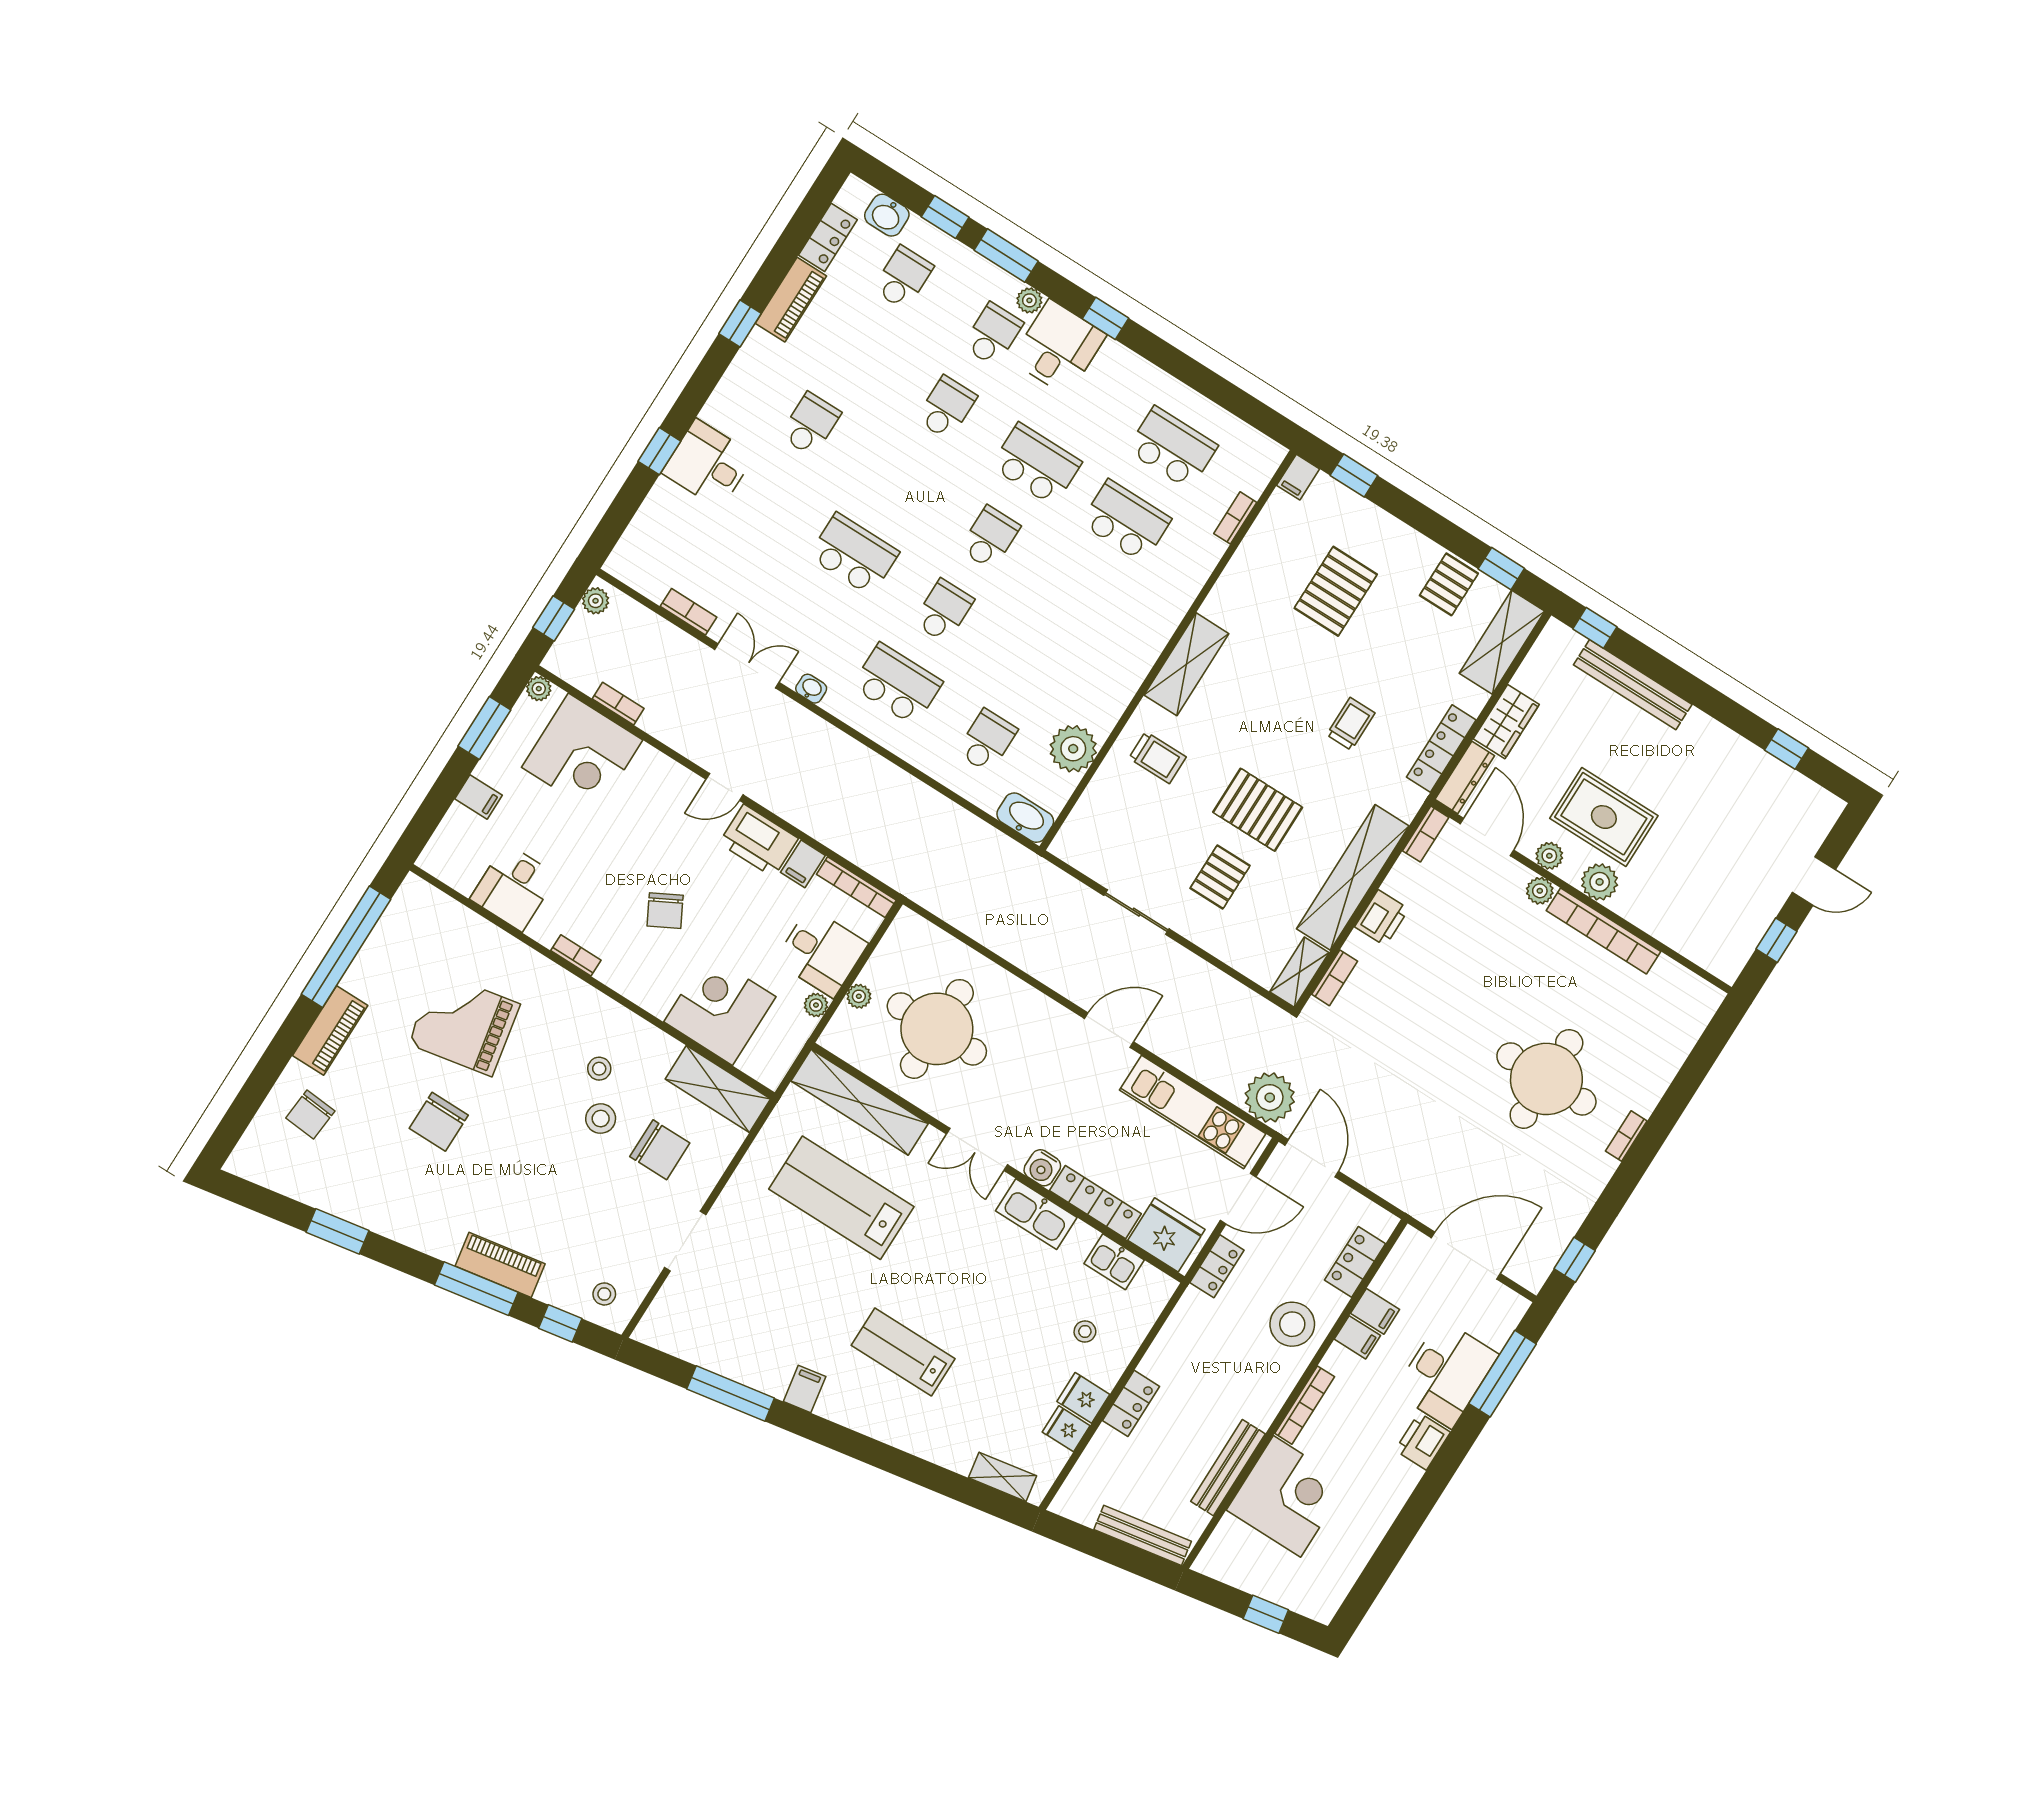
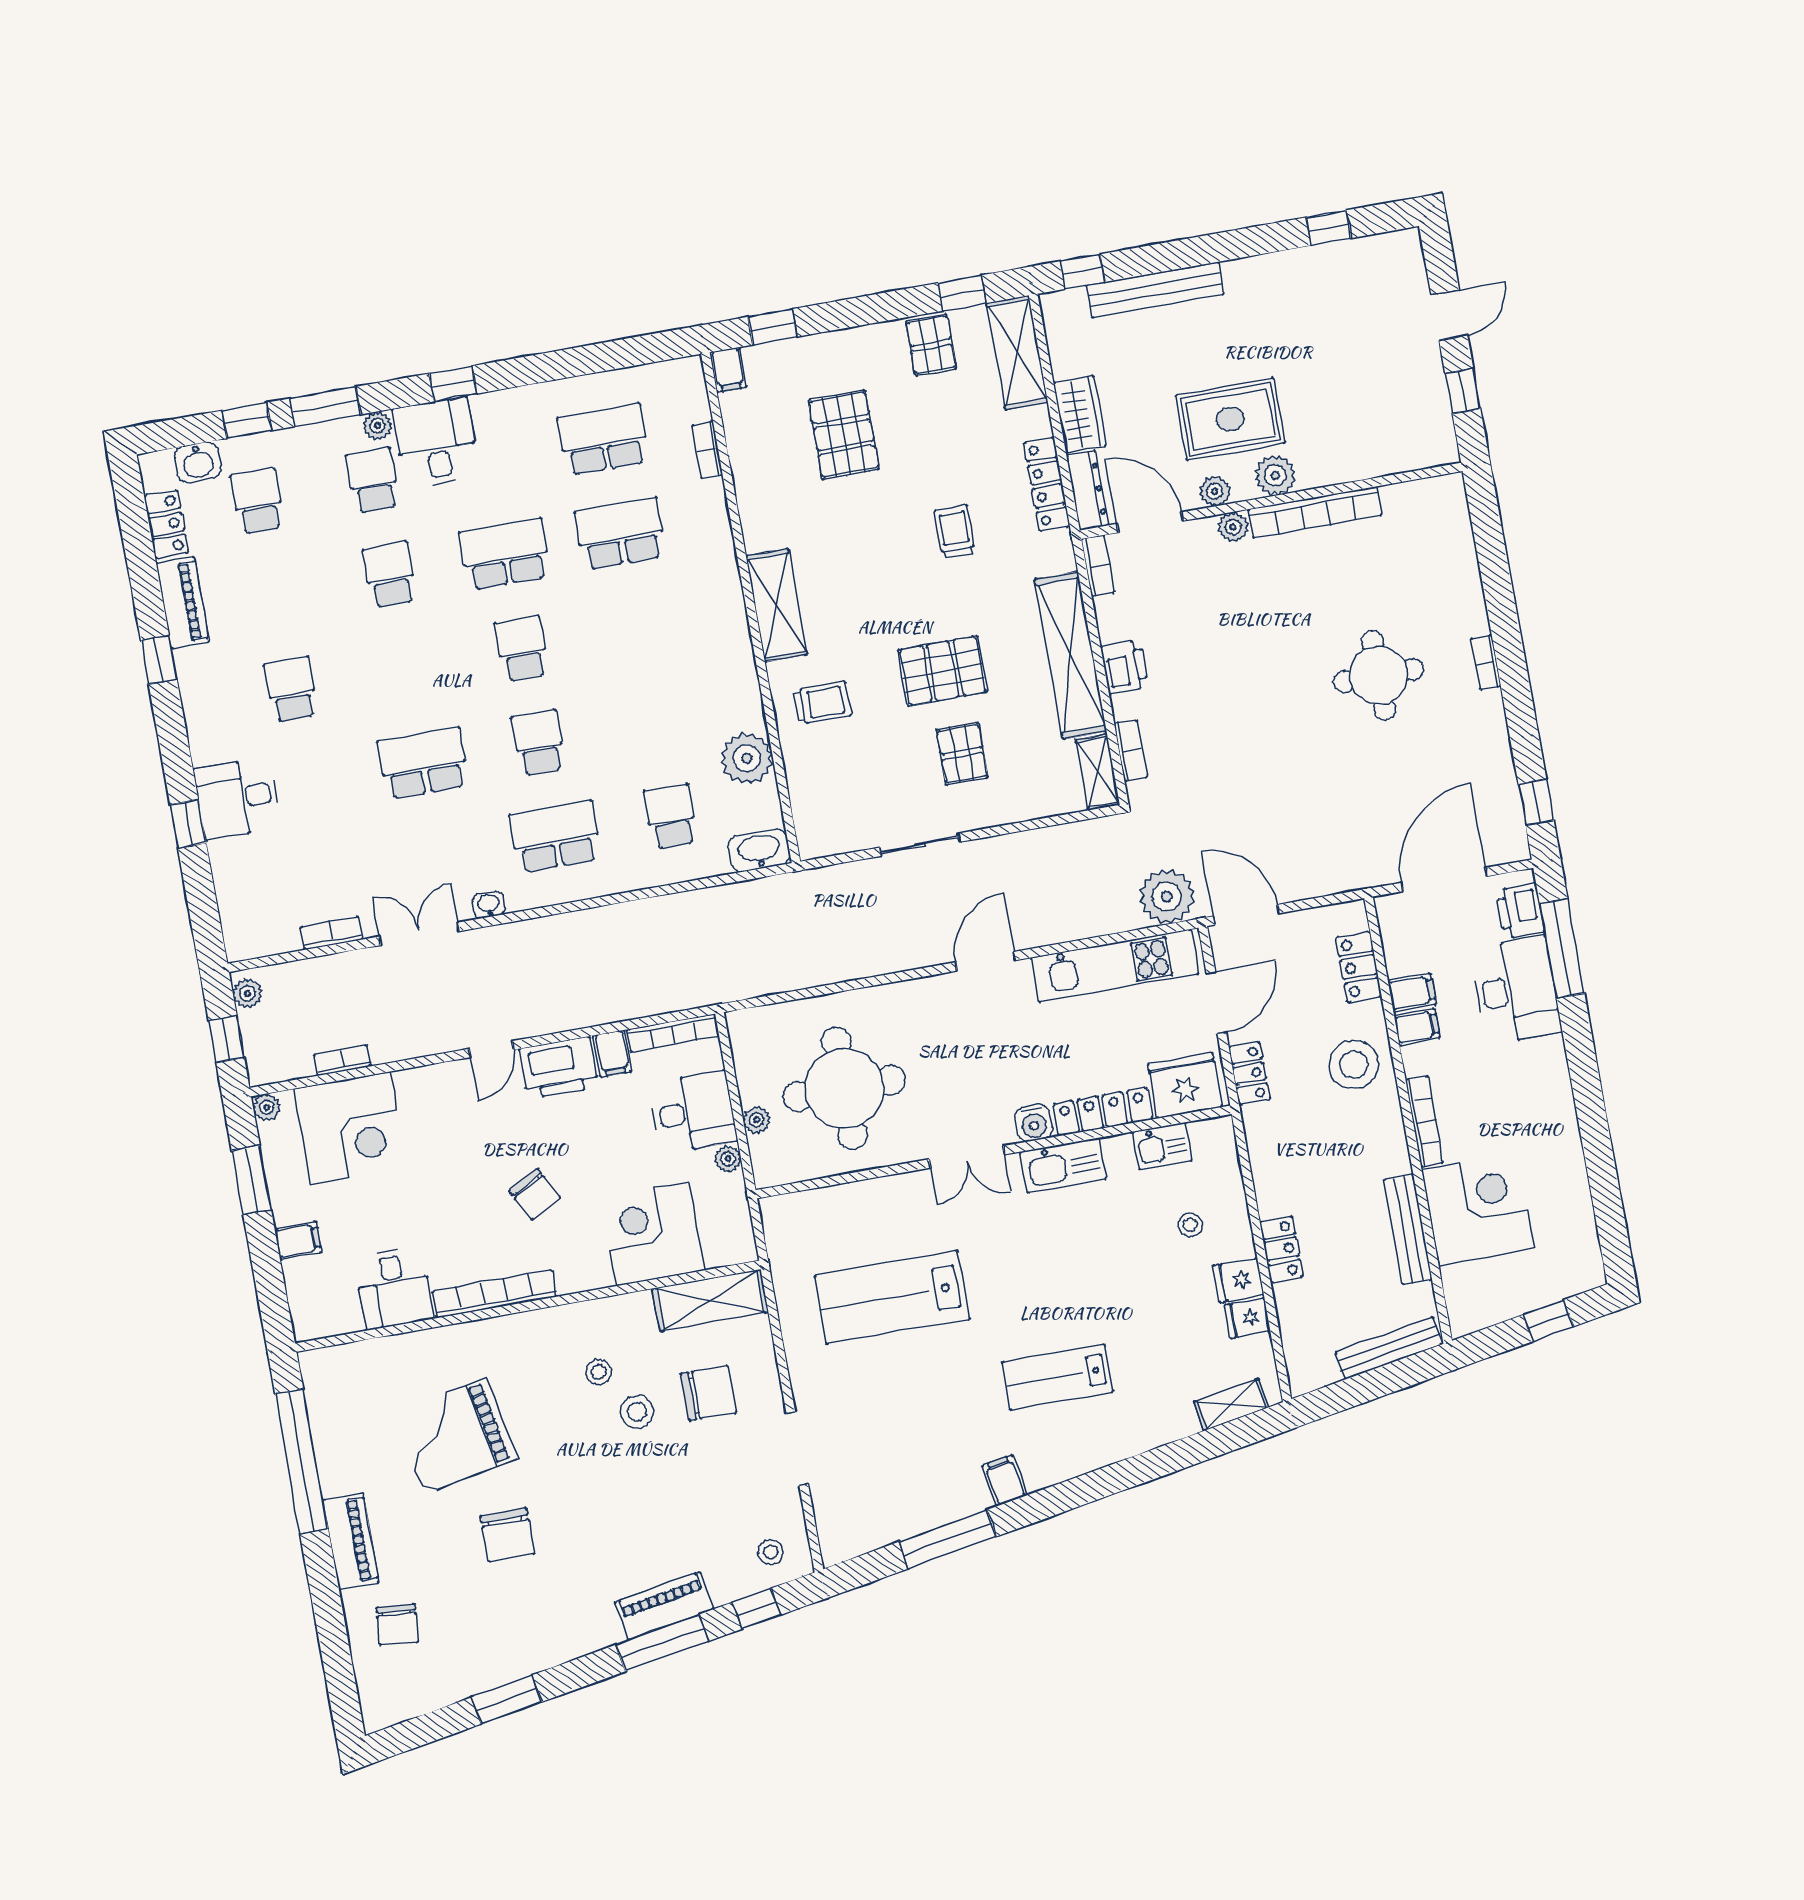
bookcase: (576, 955) -> (495, 1294), width x2.31, depth x1.31
round table: (1546, 1079) -> (1379, 675), width x0.73, depth x0.73
shelving: (860, 1102) -> (836, 1206), removed
printer: (1423, 1441) -> (1520, 911), moved

